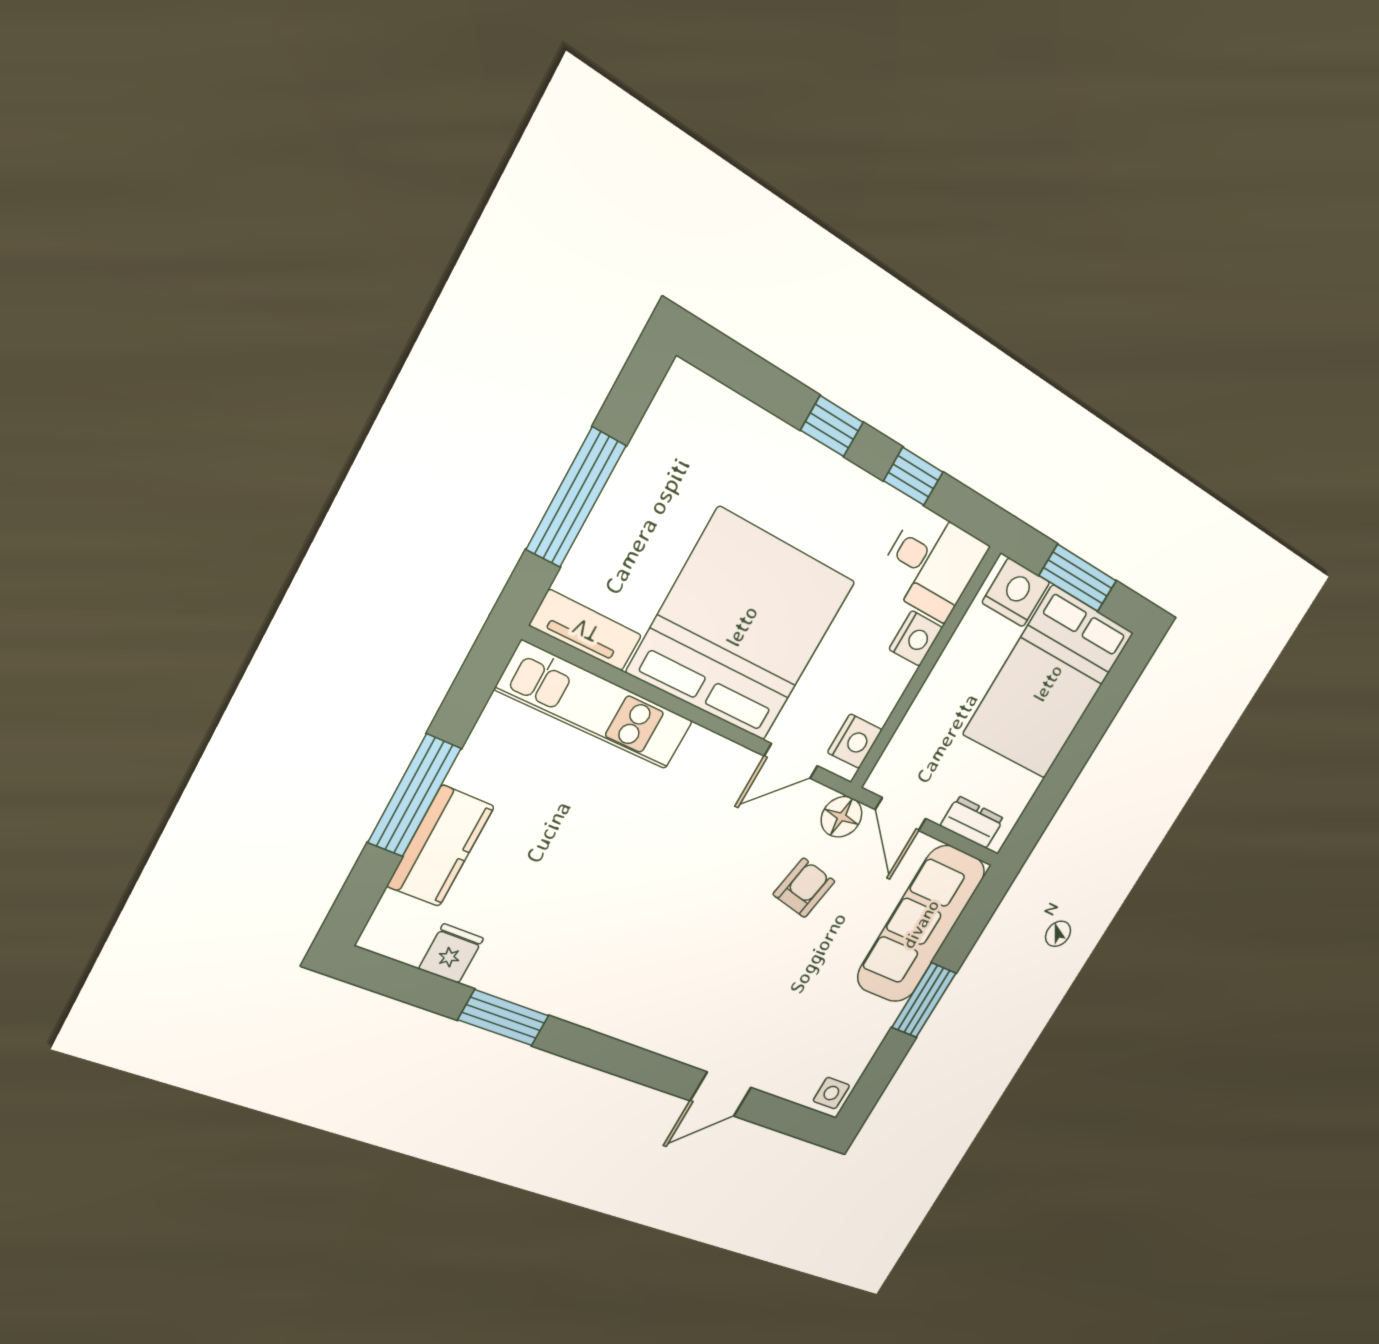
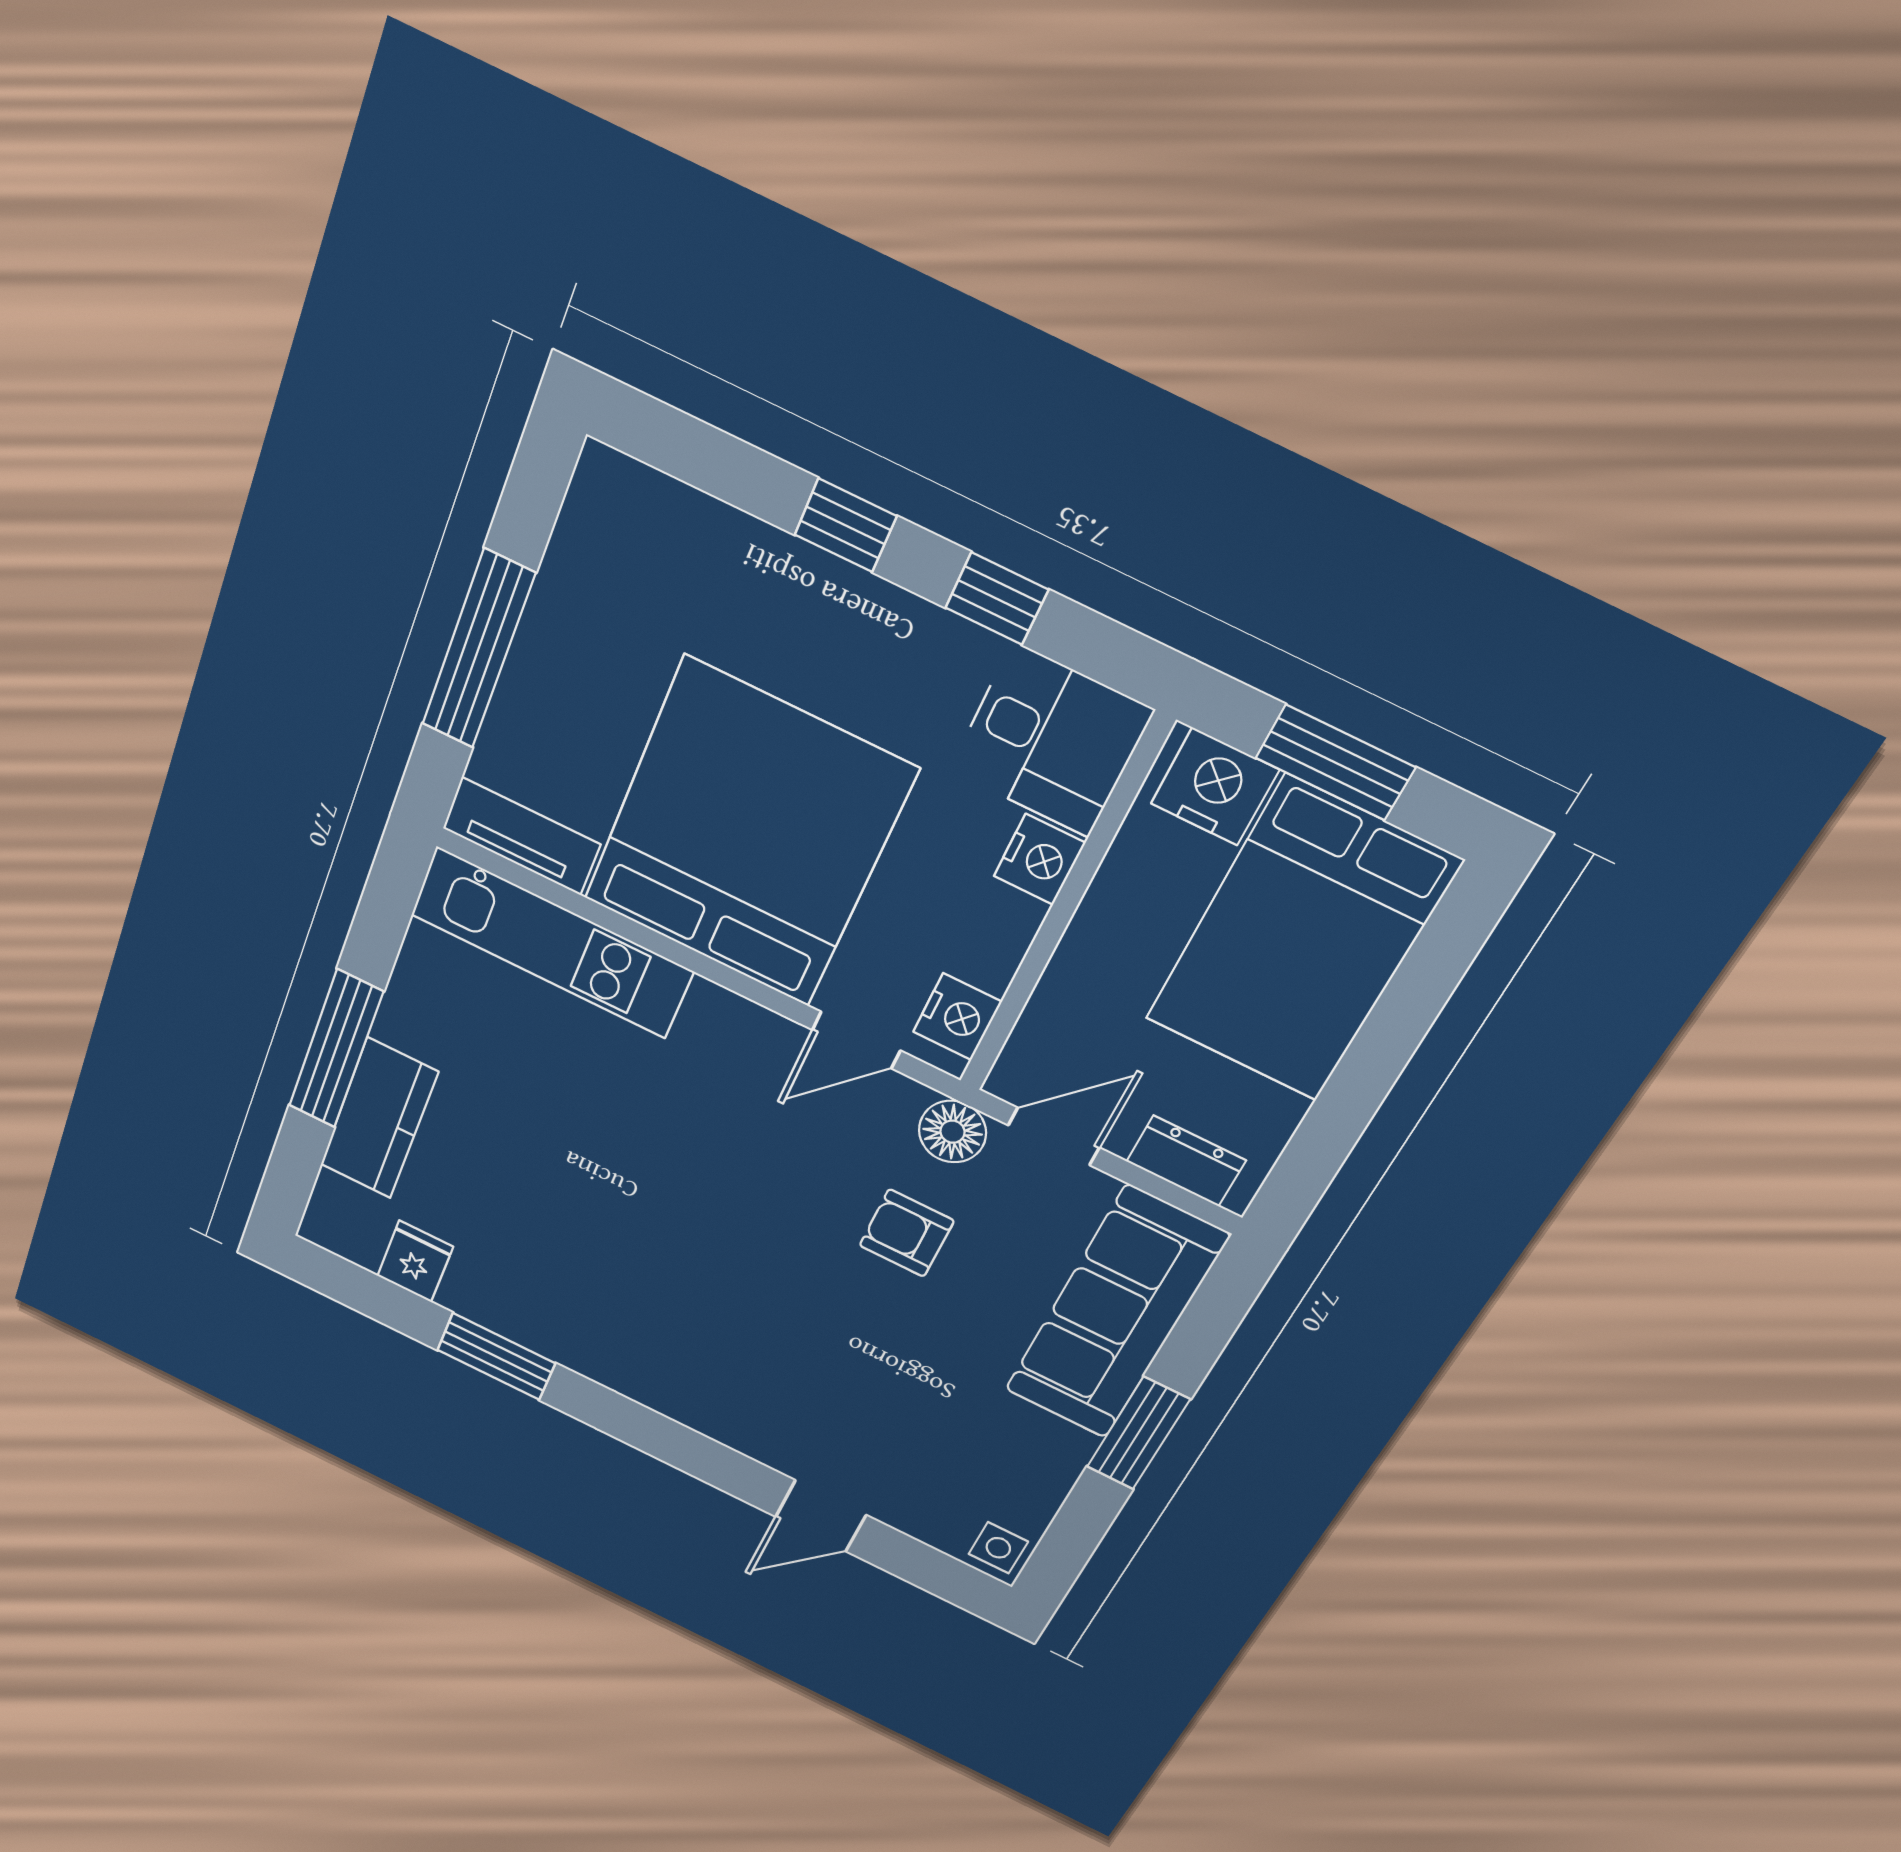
door: (901, 814) -> (1054, 1136), swing flipped
armchair: (804, 888) -> (907, 1233), turned -101

